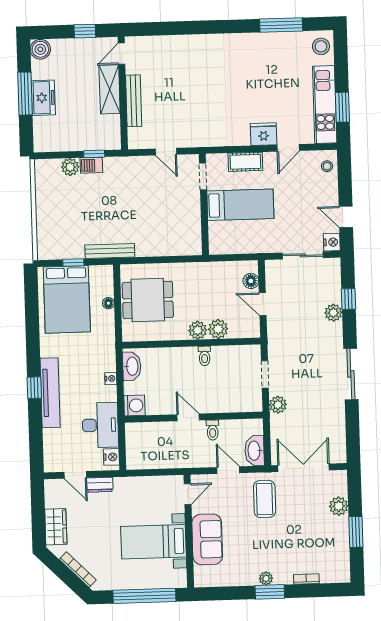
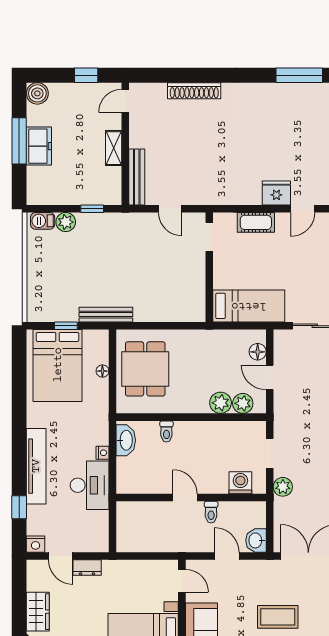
shoe rack: (185, 42) -> (194, 91), added
shelving: (110, 89) -> (114, 148), width x0.67, depth x0.75
bench: (134, 101) -> (137, 177), moved
barbecue: (91, 165) -> (43, 221), moved
bed: (240, 205) -> (249, 306), moved
dining table: (148, 300) -> (145, 369), turned 90
plant: (198, 330) -> (243, 403), moved
toilet: (205, 356) -> (166, 431), moved
window: (34, 388) -> (19, 507), moved
washing machine: (134, 405) -> (240, 483), moved, turned -90
desk: (100, 425) -> (90, 485), moved
washbasin: (255, 451) -> (256, 540), width x0.72
nightstand: (111, 457) -> (36, 544), moved, turned 90
door: (188, 494) -> (182, 581), hinge flipped
coffee table: (265, 499) -> (278, 617), moved, turned 90

